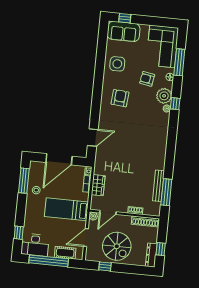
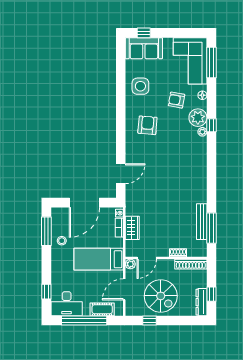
window: (179, 62) -> (211, 63), moved

